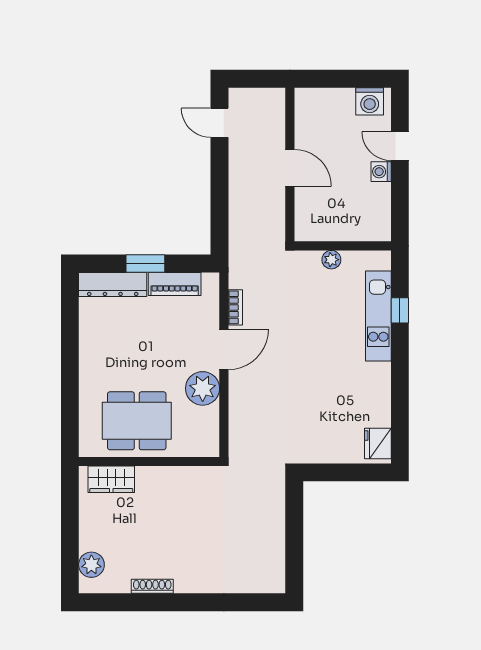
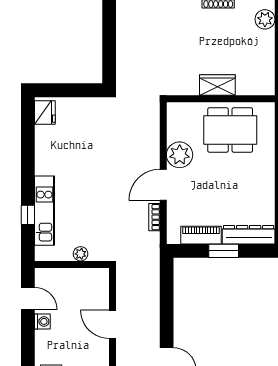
door: (400, 146) -> (28, 299), moved
wardrobe: (111, 479) -> (217, 85), moved

